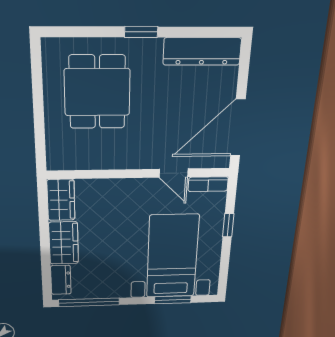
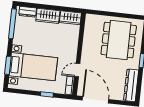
dining table: (97, 92) -> (119, 40), width x1.38

